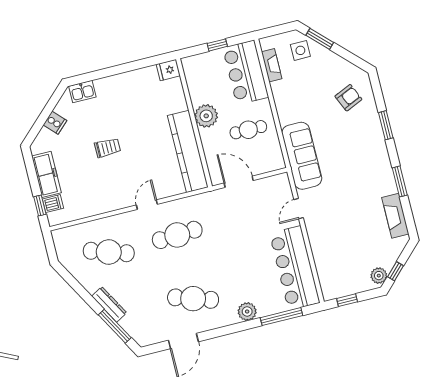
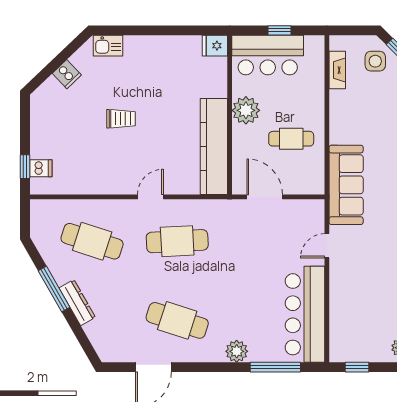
bar counter: (246, 72) -> (268, 55), moved, turned -90
freezer: (46, 174) -> (42, 132), removed
window: (115, 326) -> (54, 289), moved

